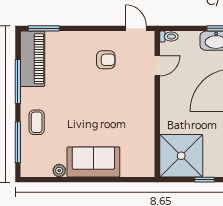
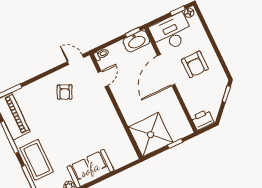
armchair: (106, 60) -> (65, 92), turned 115
coffee table: (37, 122) -> (37, 160), width x1.86, depth x1.72

